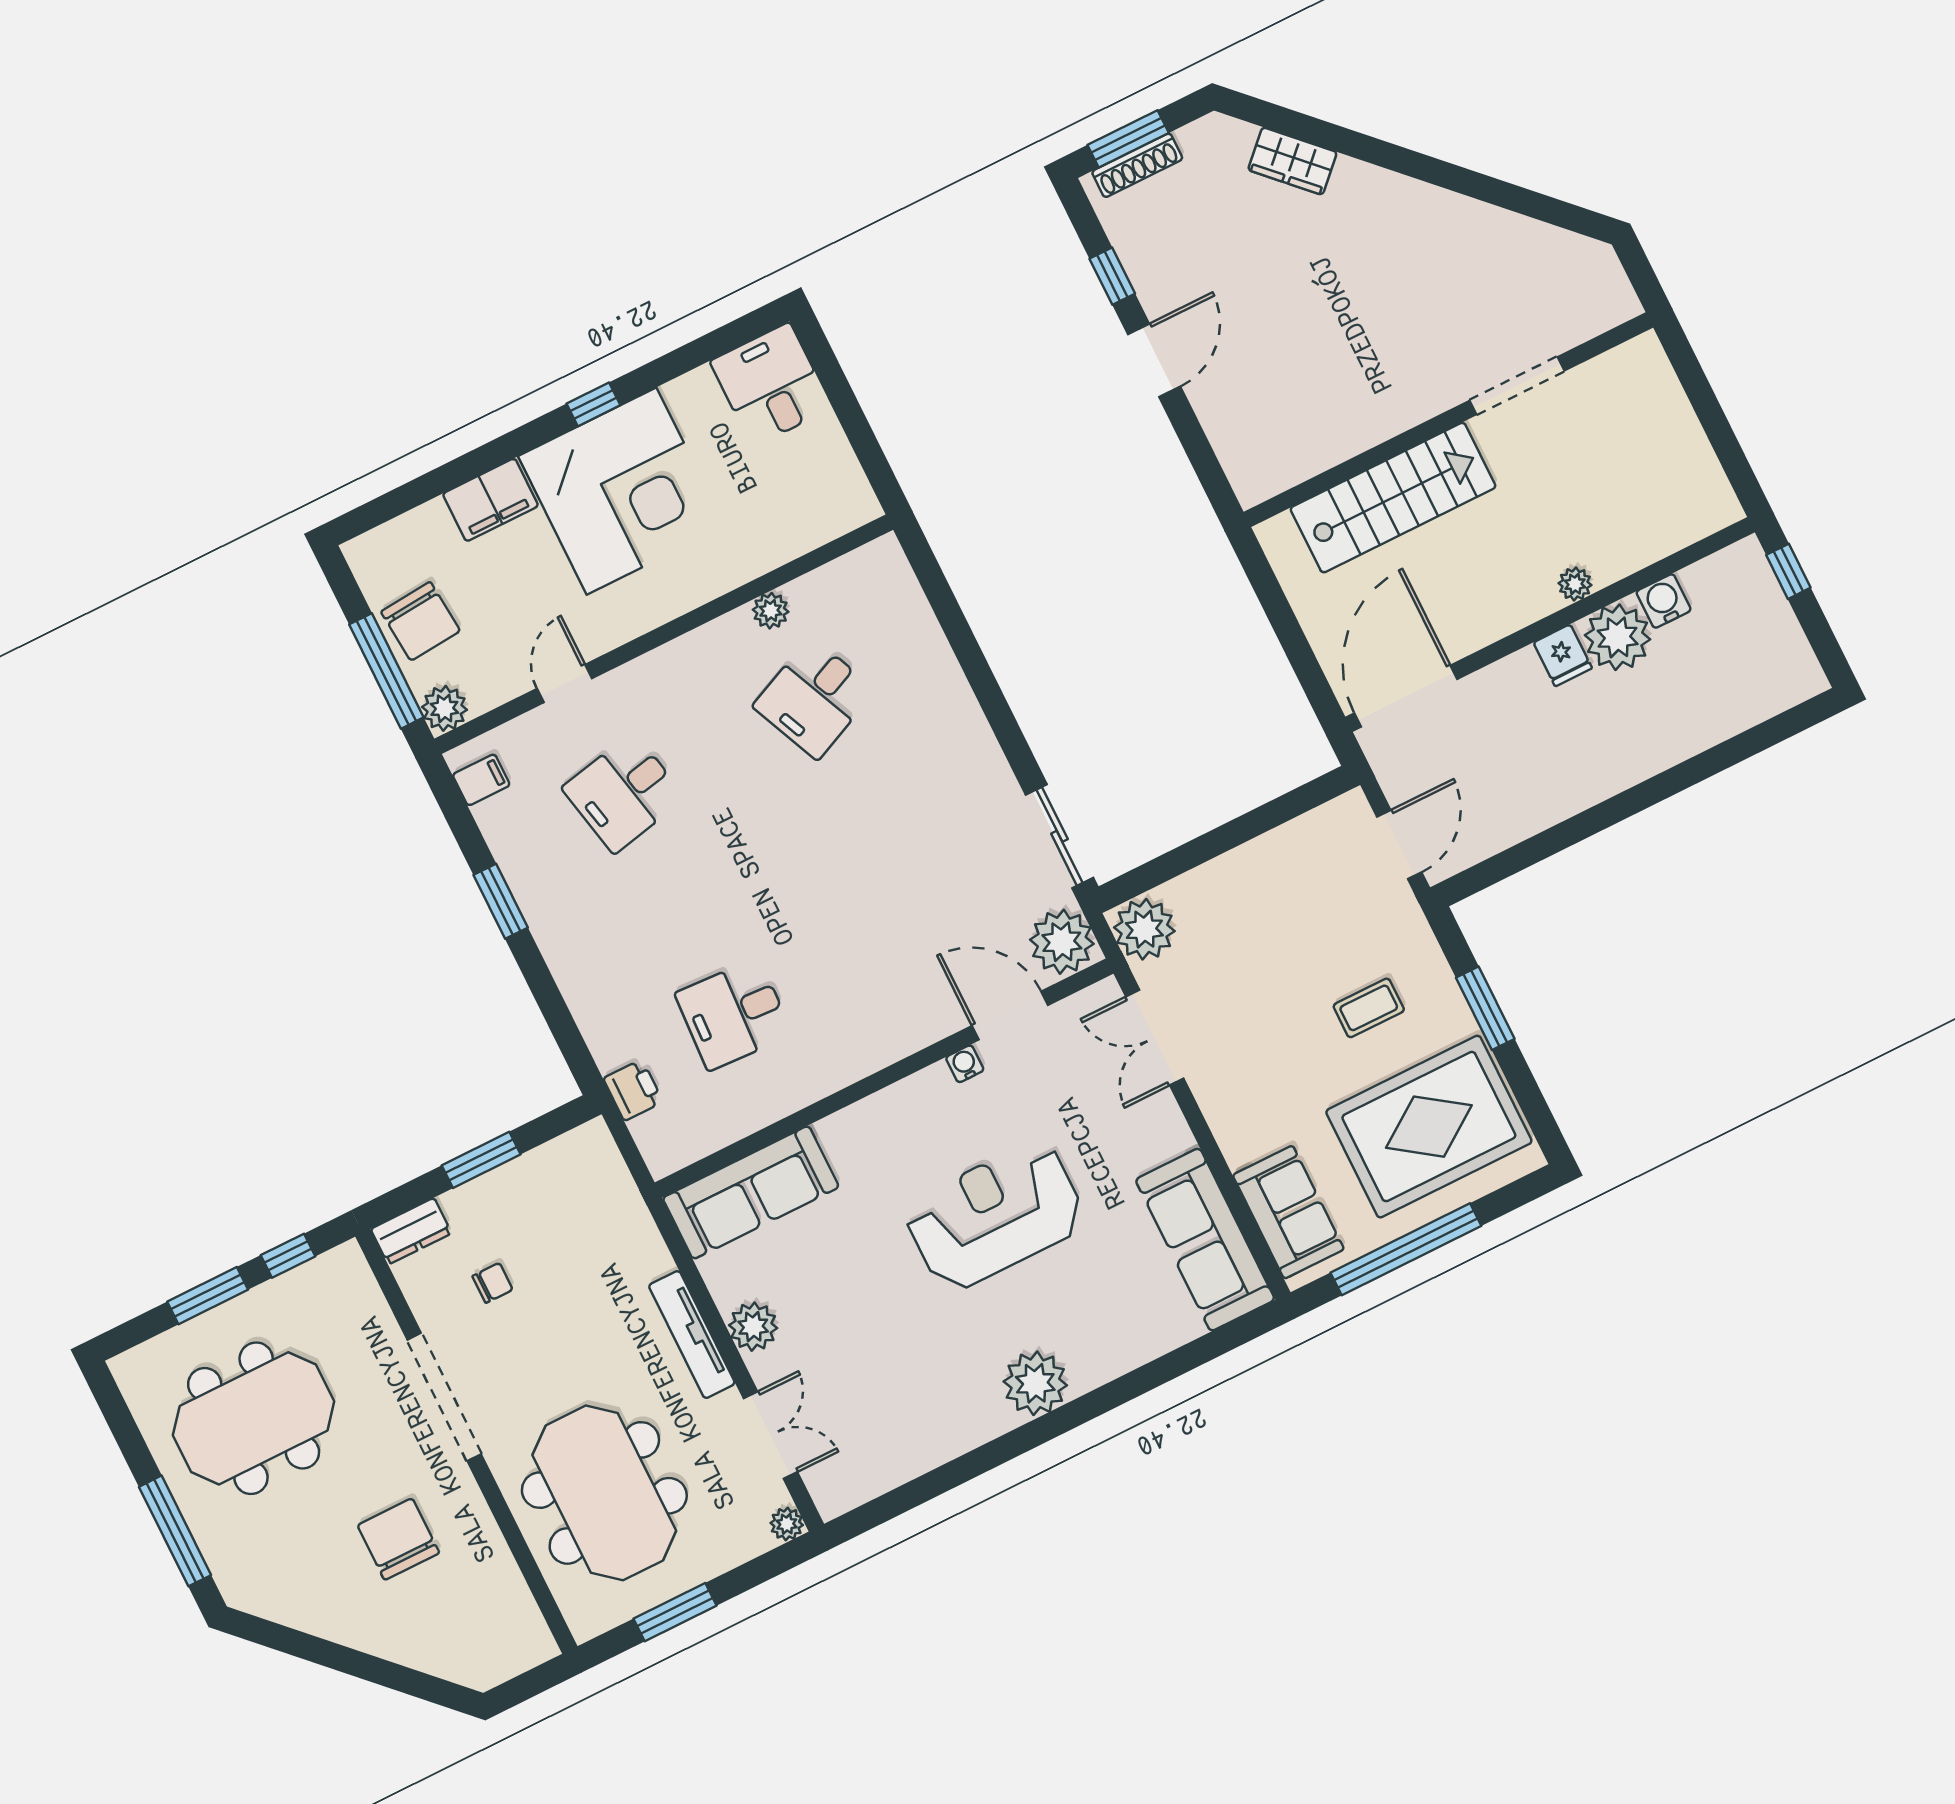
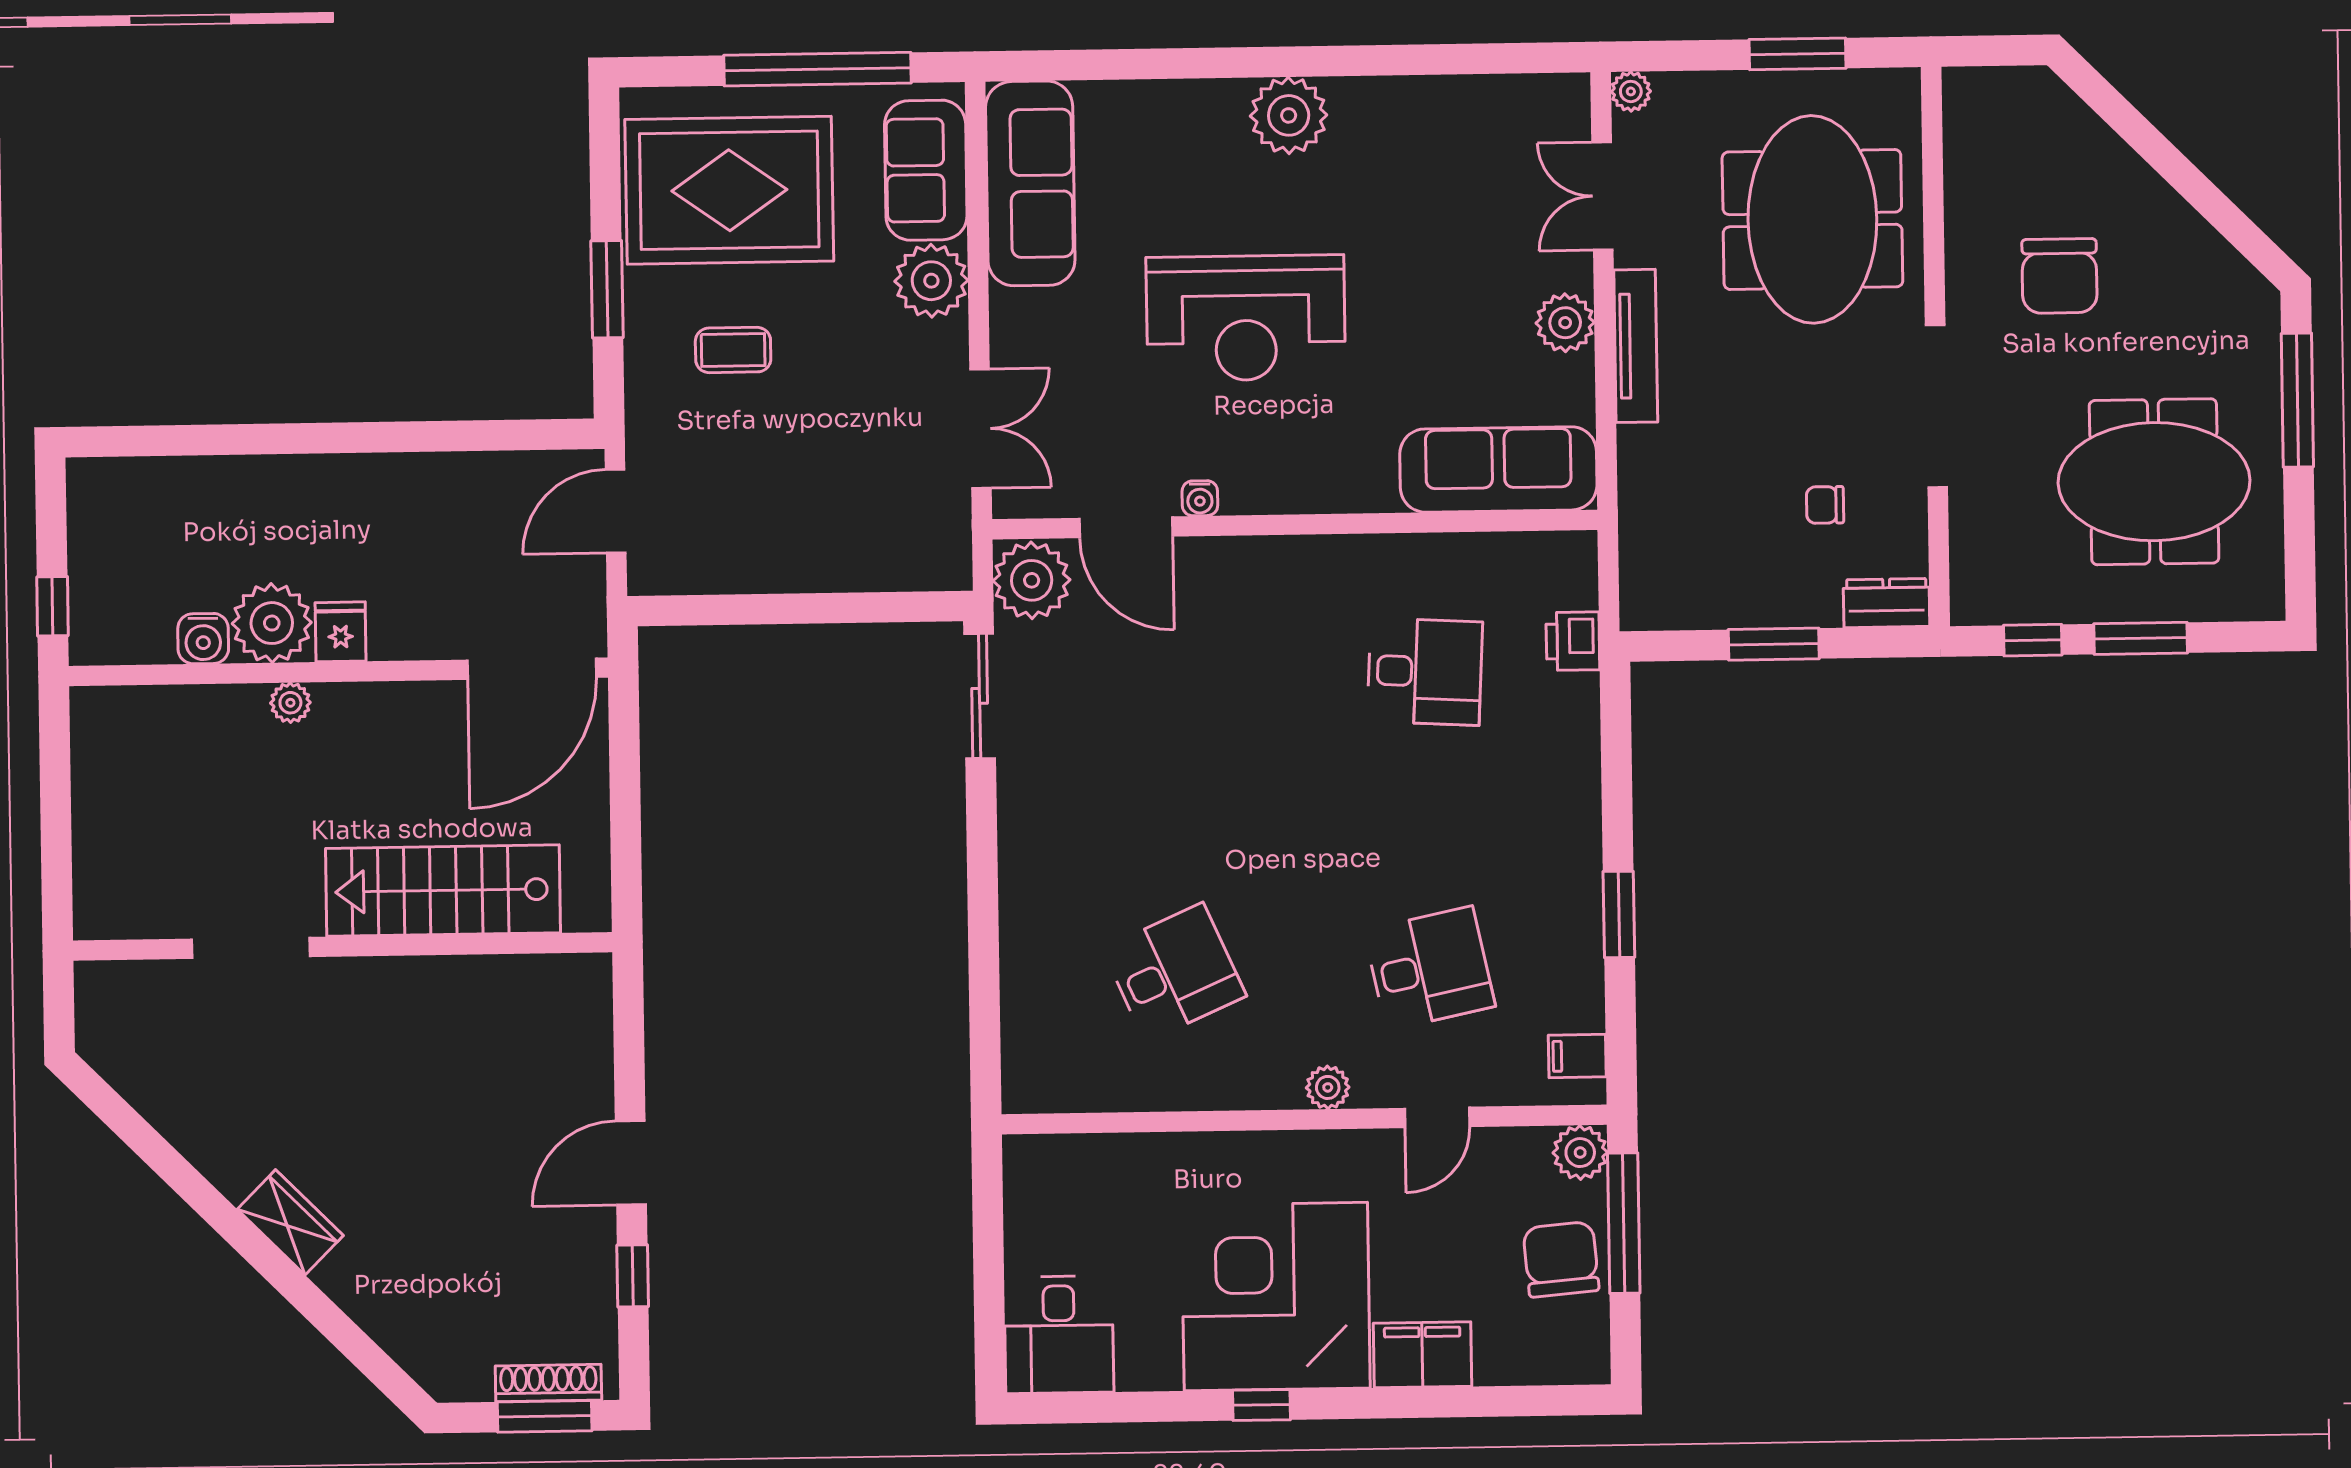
wardrobe: (1292, 161) -> (290, 1222), moved
plant: (771, 611) -> (1328, 1087), moved
plant: (1144, 929) -> (931, 281), moved

